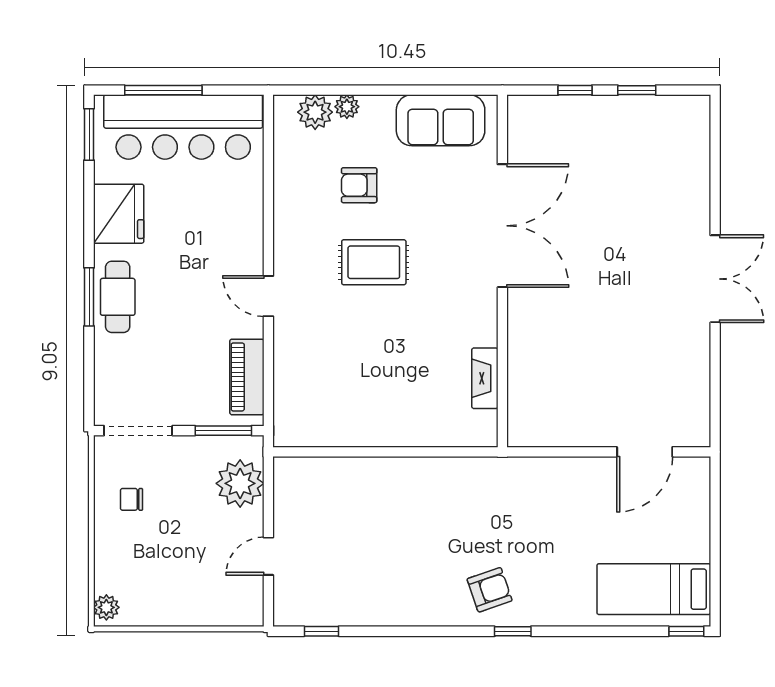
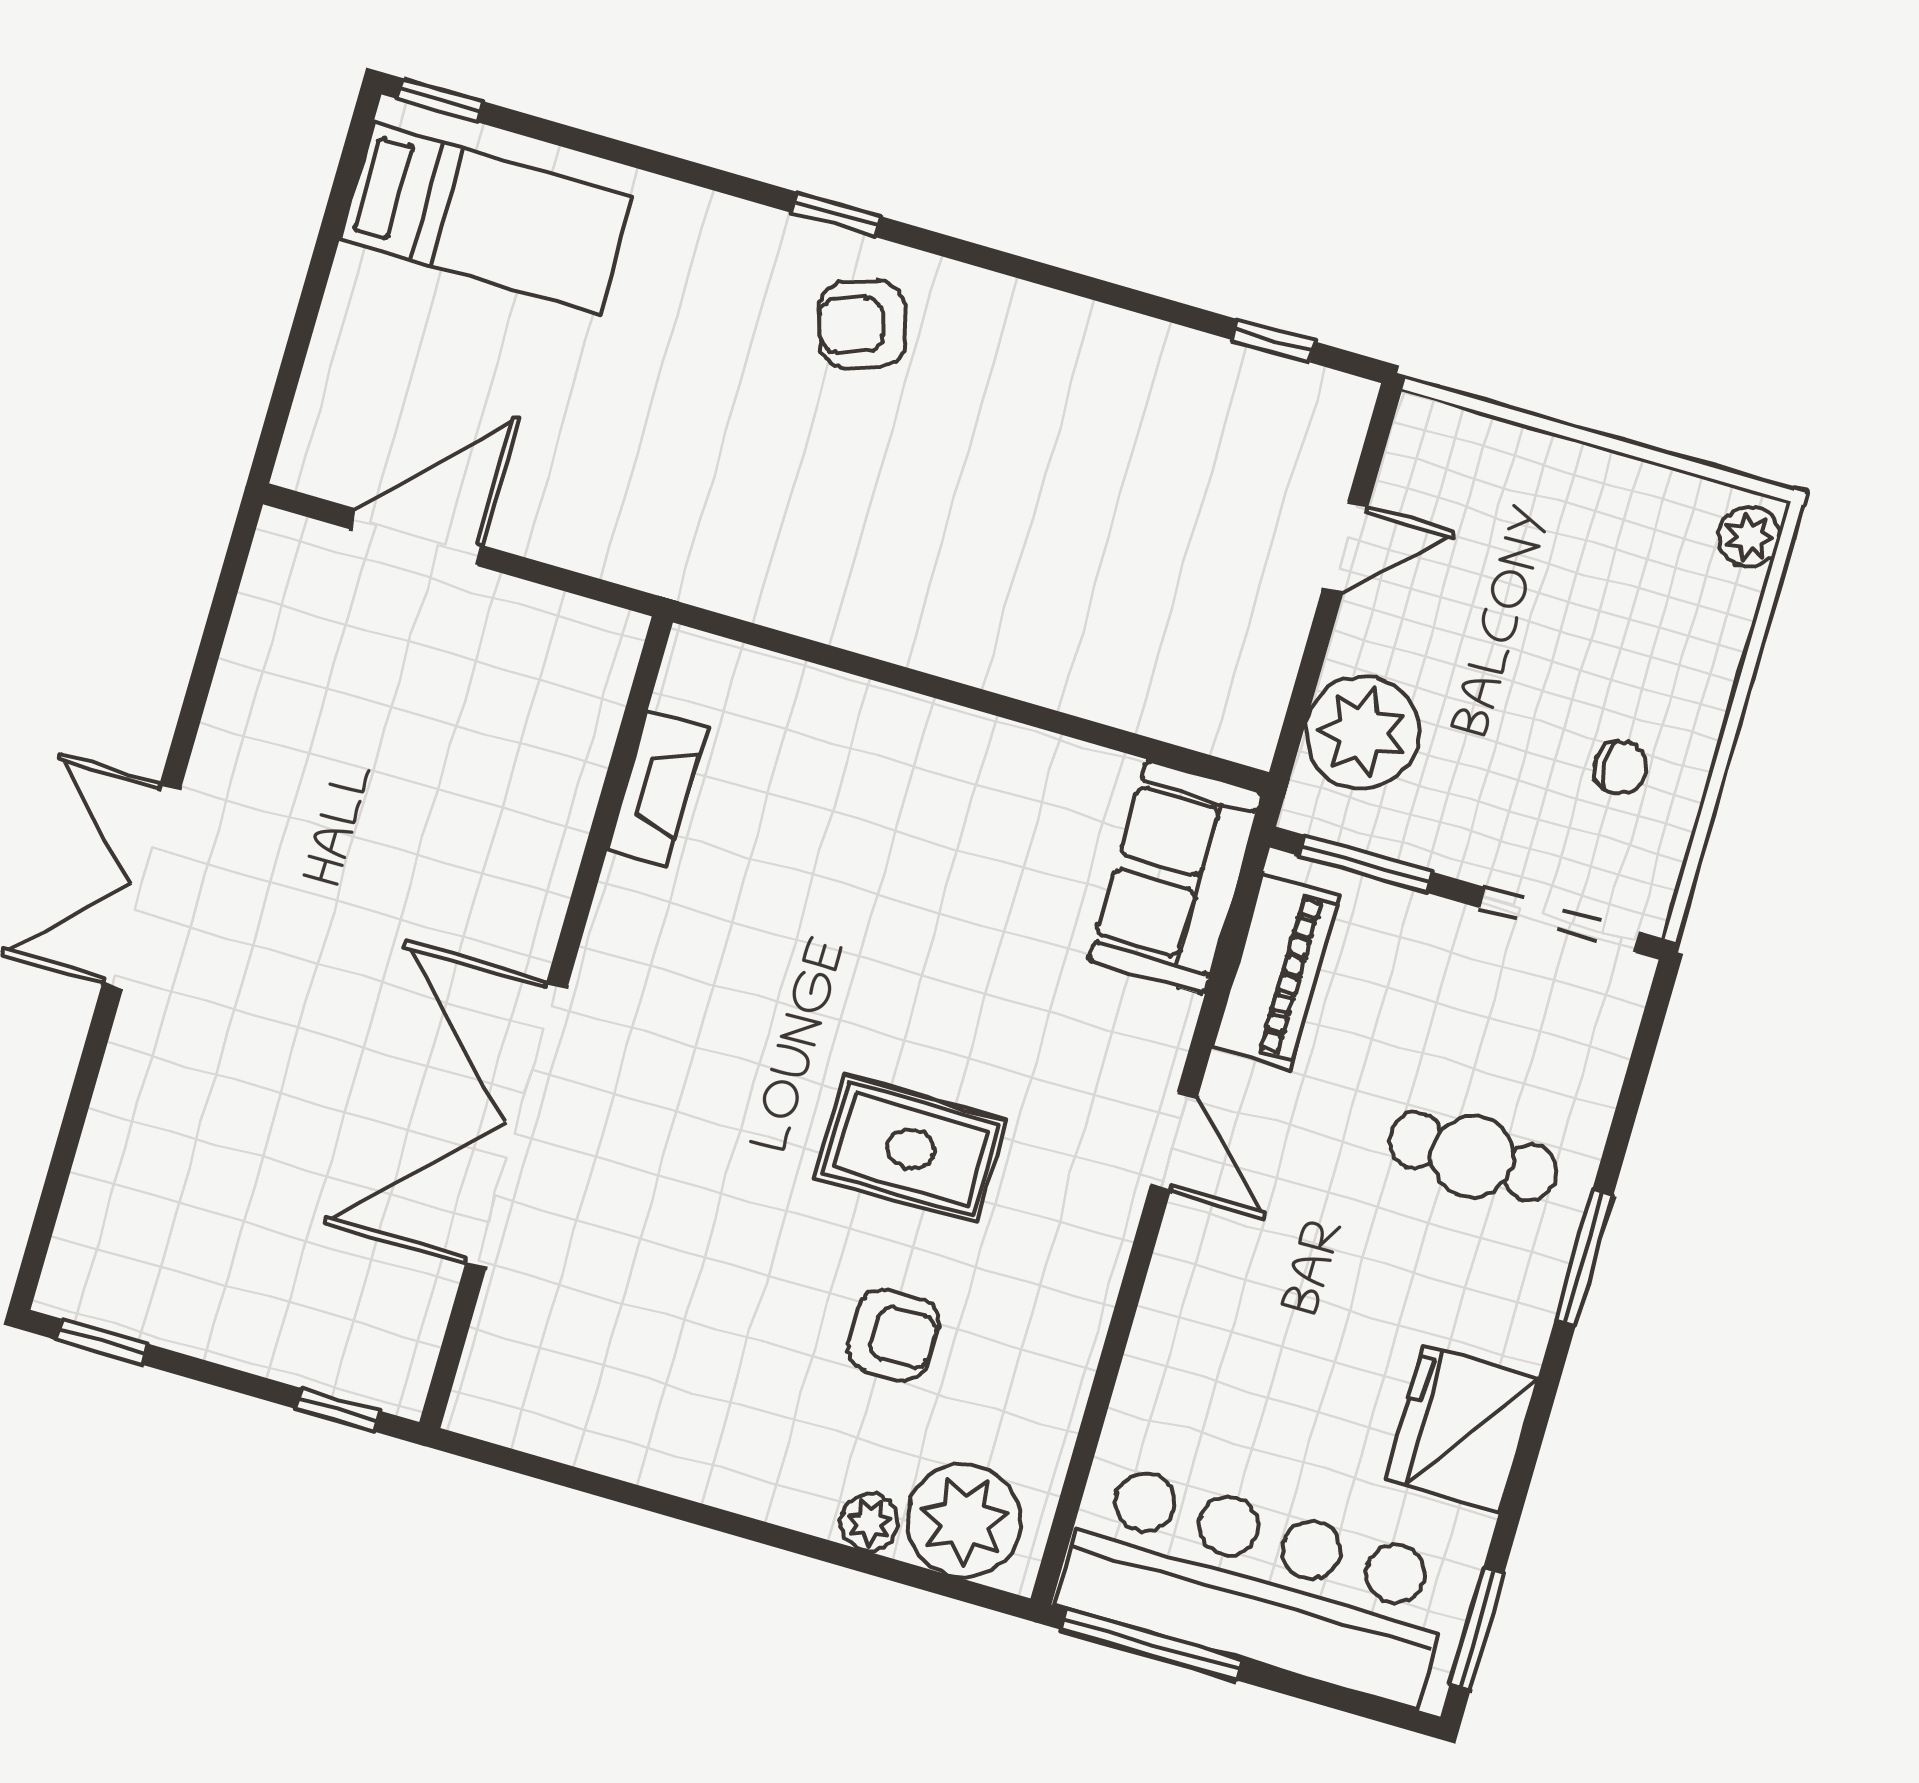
window: (163, 90) -> (1152, 1645), moved
window: (637, 90) -> (102, 1342), moved
plant: (315, 112) -> (964, 1521), width x1.36, depth x1.36
sofa: (441, 120) -> (1176, 877), moved, turned -90
double door: (502, 226) -> (516, 1126), moved
wall: (502, 271) -> (546, 1022), moved
cafe table: (118, 297) -> (1473, 1156), moved, turned 90
fireplace: (485, 378) -> (657, 789), moved

